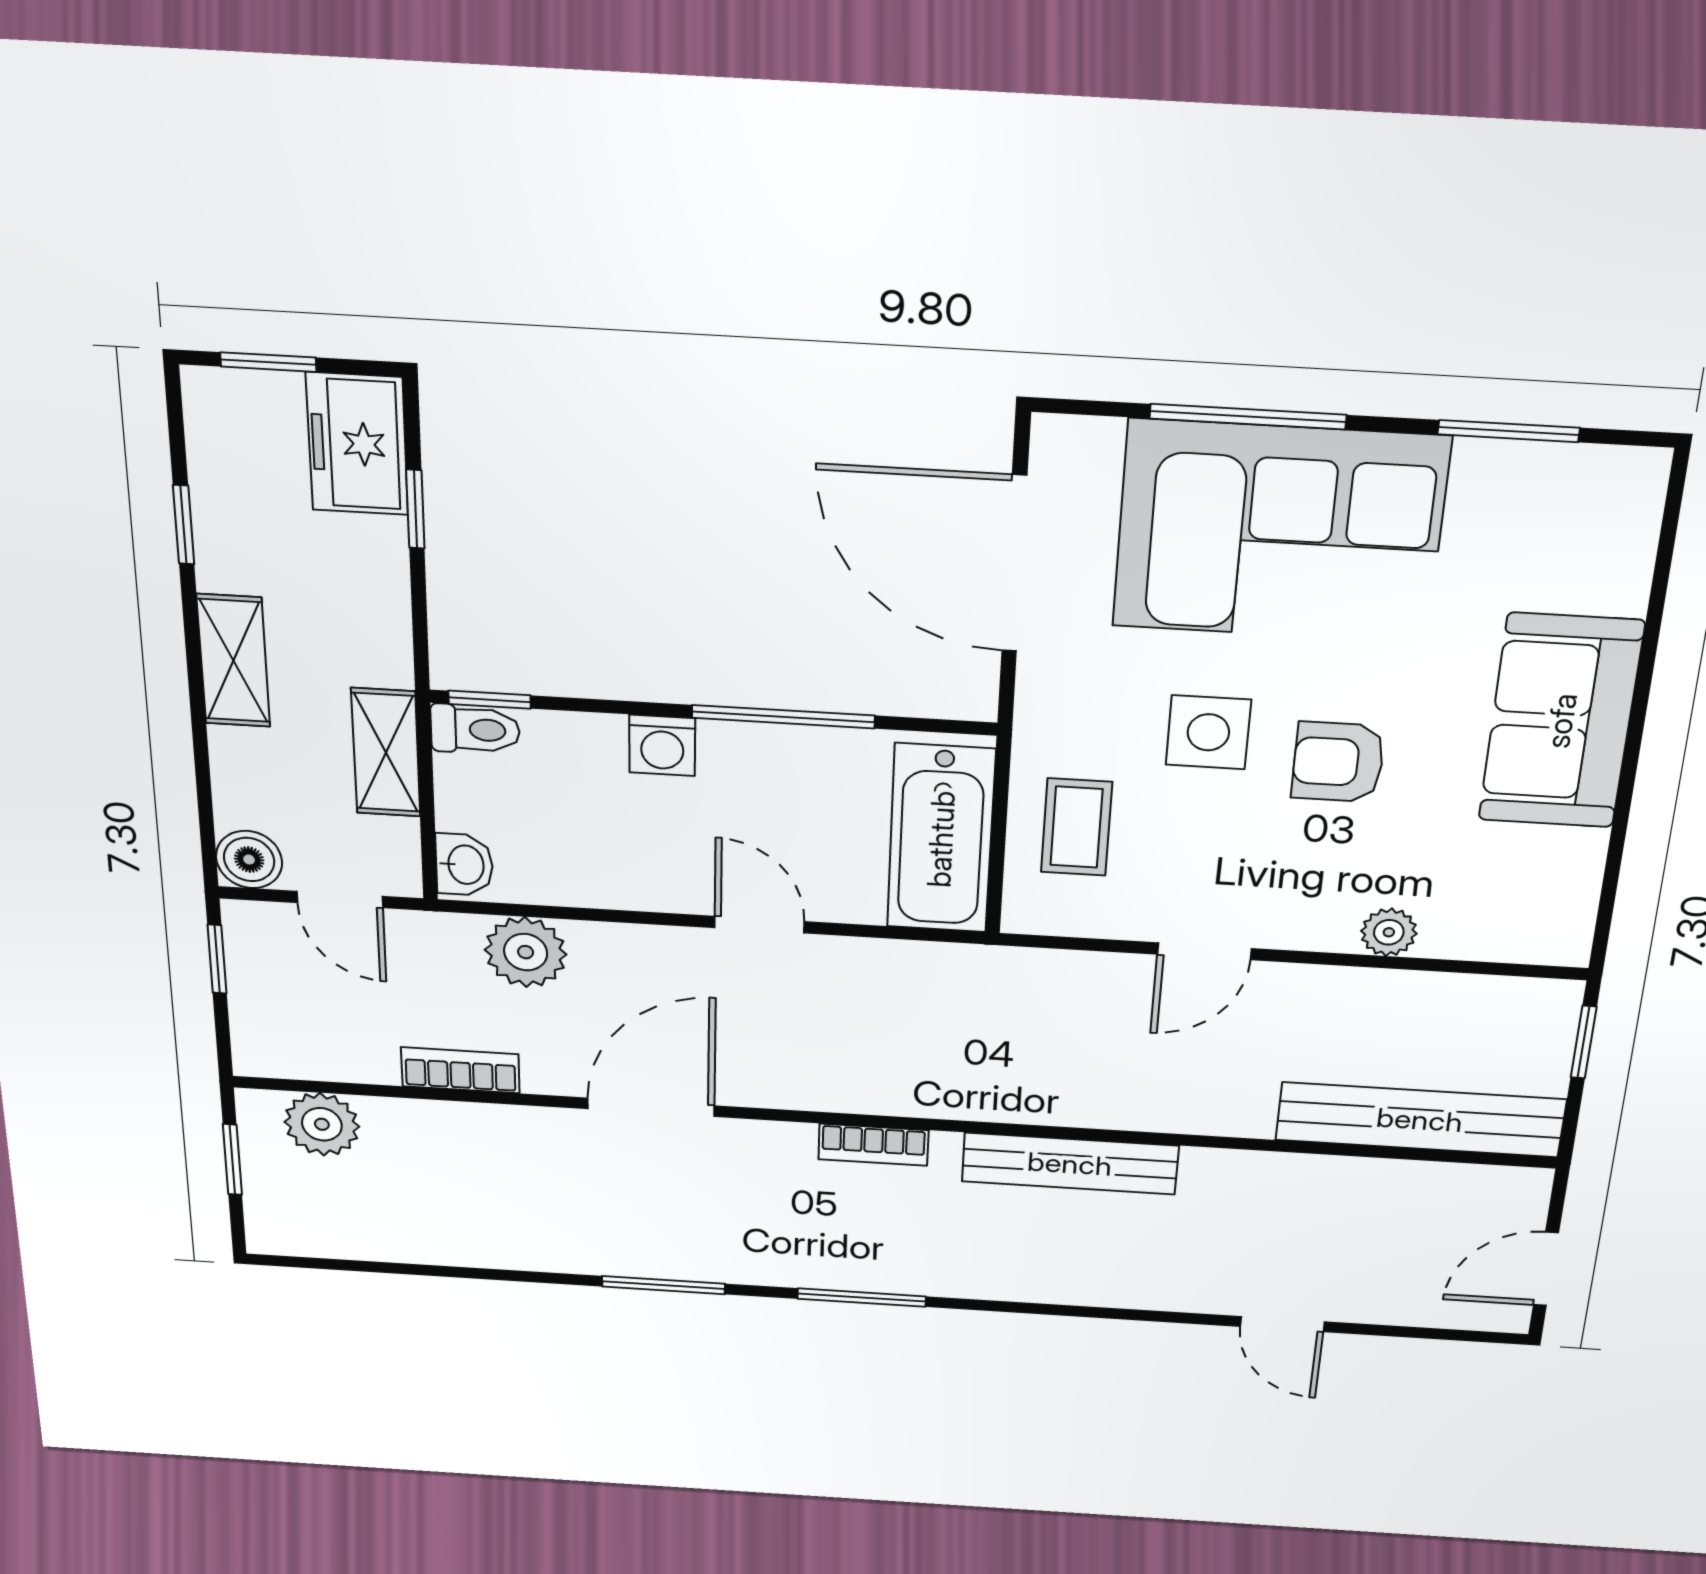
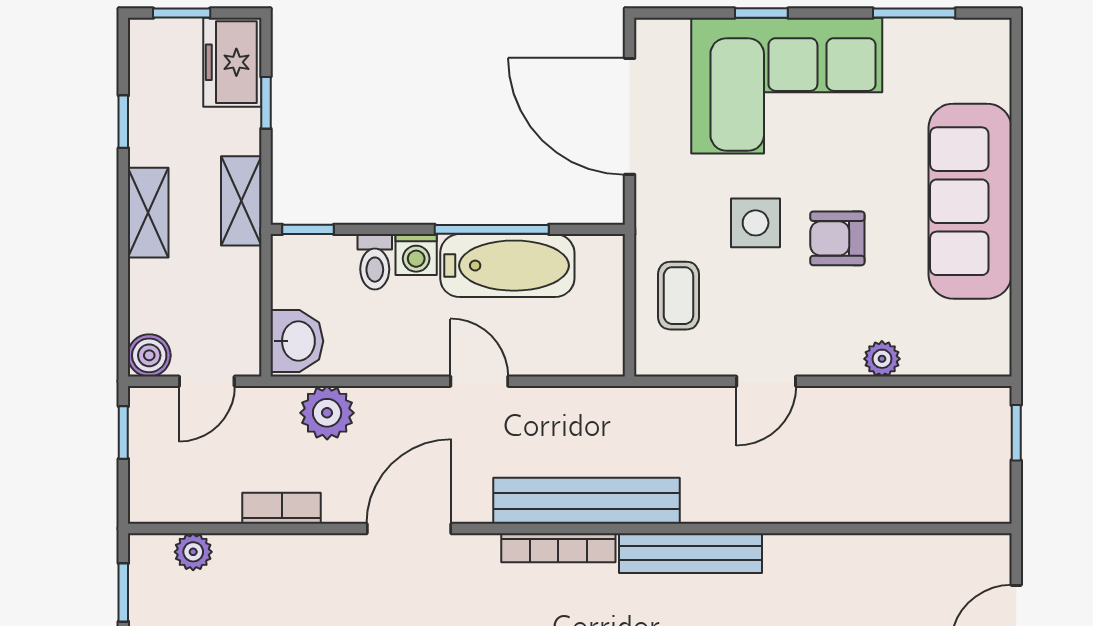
window: (1248, 417) -> (761, 13), width x0.46
sofa: (1561, 721) -> (970, 201), width x1.36
toilet: (475, 730) -> (375, 262), moved, turned 90
shelving: (386, 753) -> (241, 201), moved
bathtub: (941, 839) -> (507, 266), moved, turned -90
washbasin: (464, 865) -> (297, 341), width x1.38, depth x1.45
door: (340, 899) -> (207, 381), hinge flipped
bench: (1420, 1120) -> (587, 501), moved
plant: (322, 1124) -> (193, 552), width x0.73, depth x0.73
bookcase: (873, 1145) -> (558, 548), width x1.56

